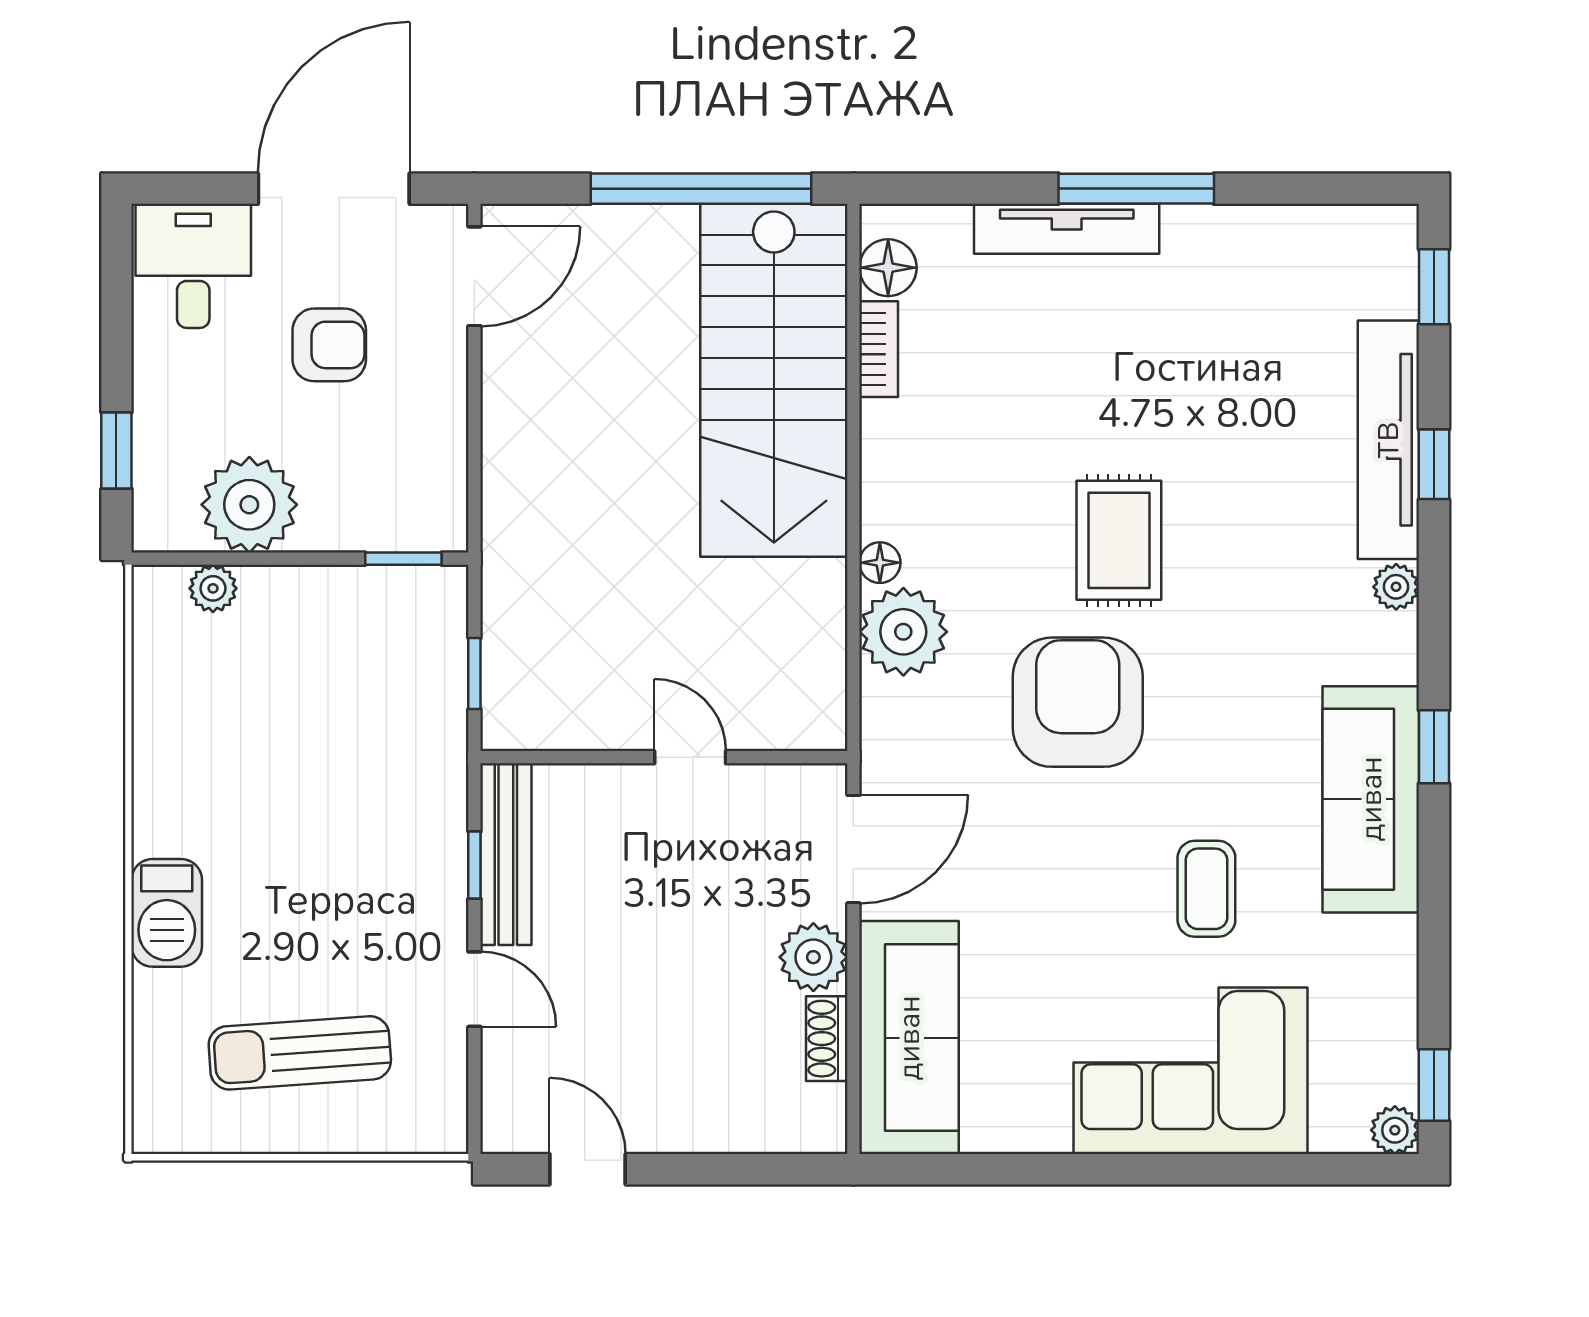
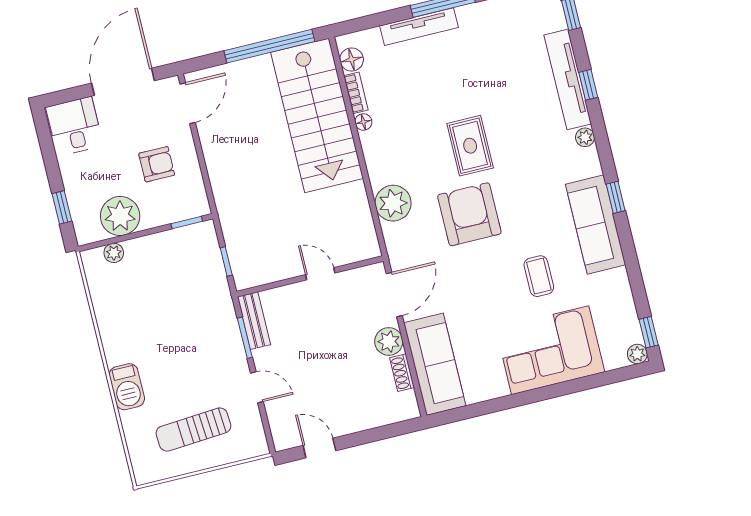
armchair: (329, 345) -> (157, 164), moved
floor lamp: (880, 563) -> (363, 122), moved
bench: (506, 854) -> (254, 321), width x0.73
window: (474, 865) -> (245, 338), width x1.50

